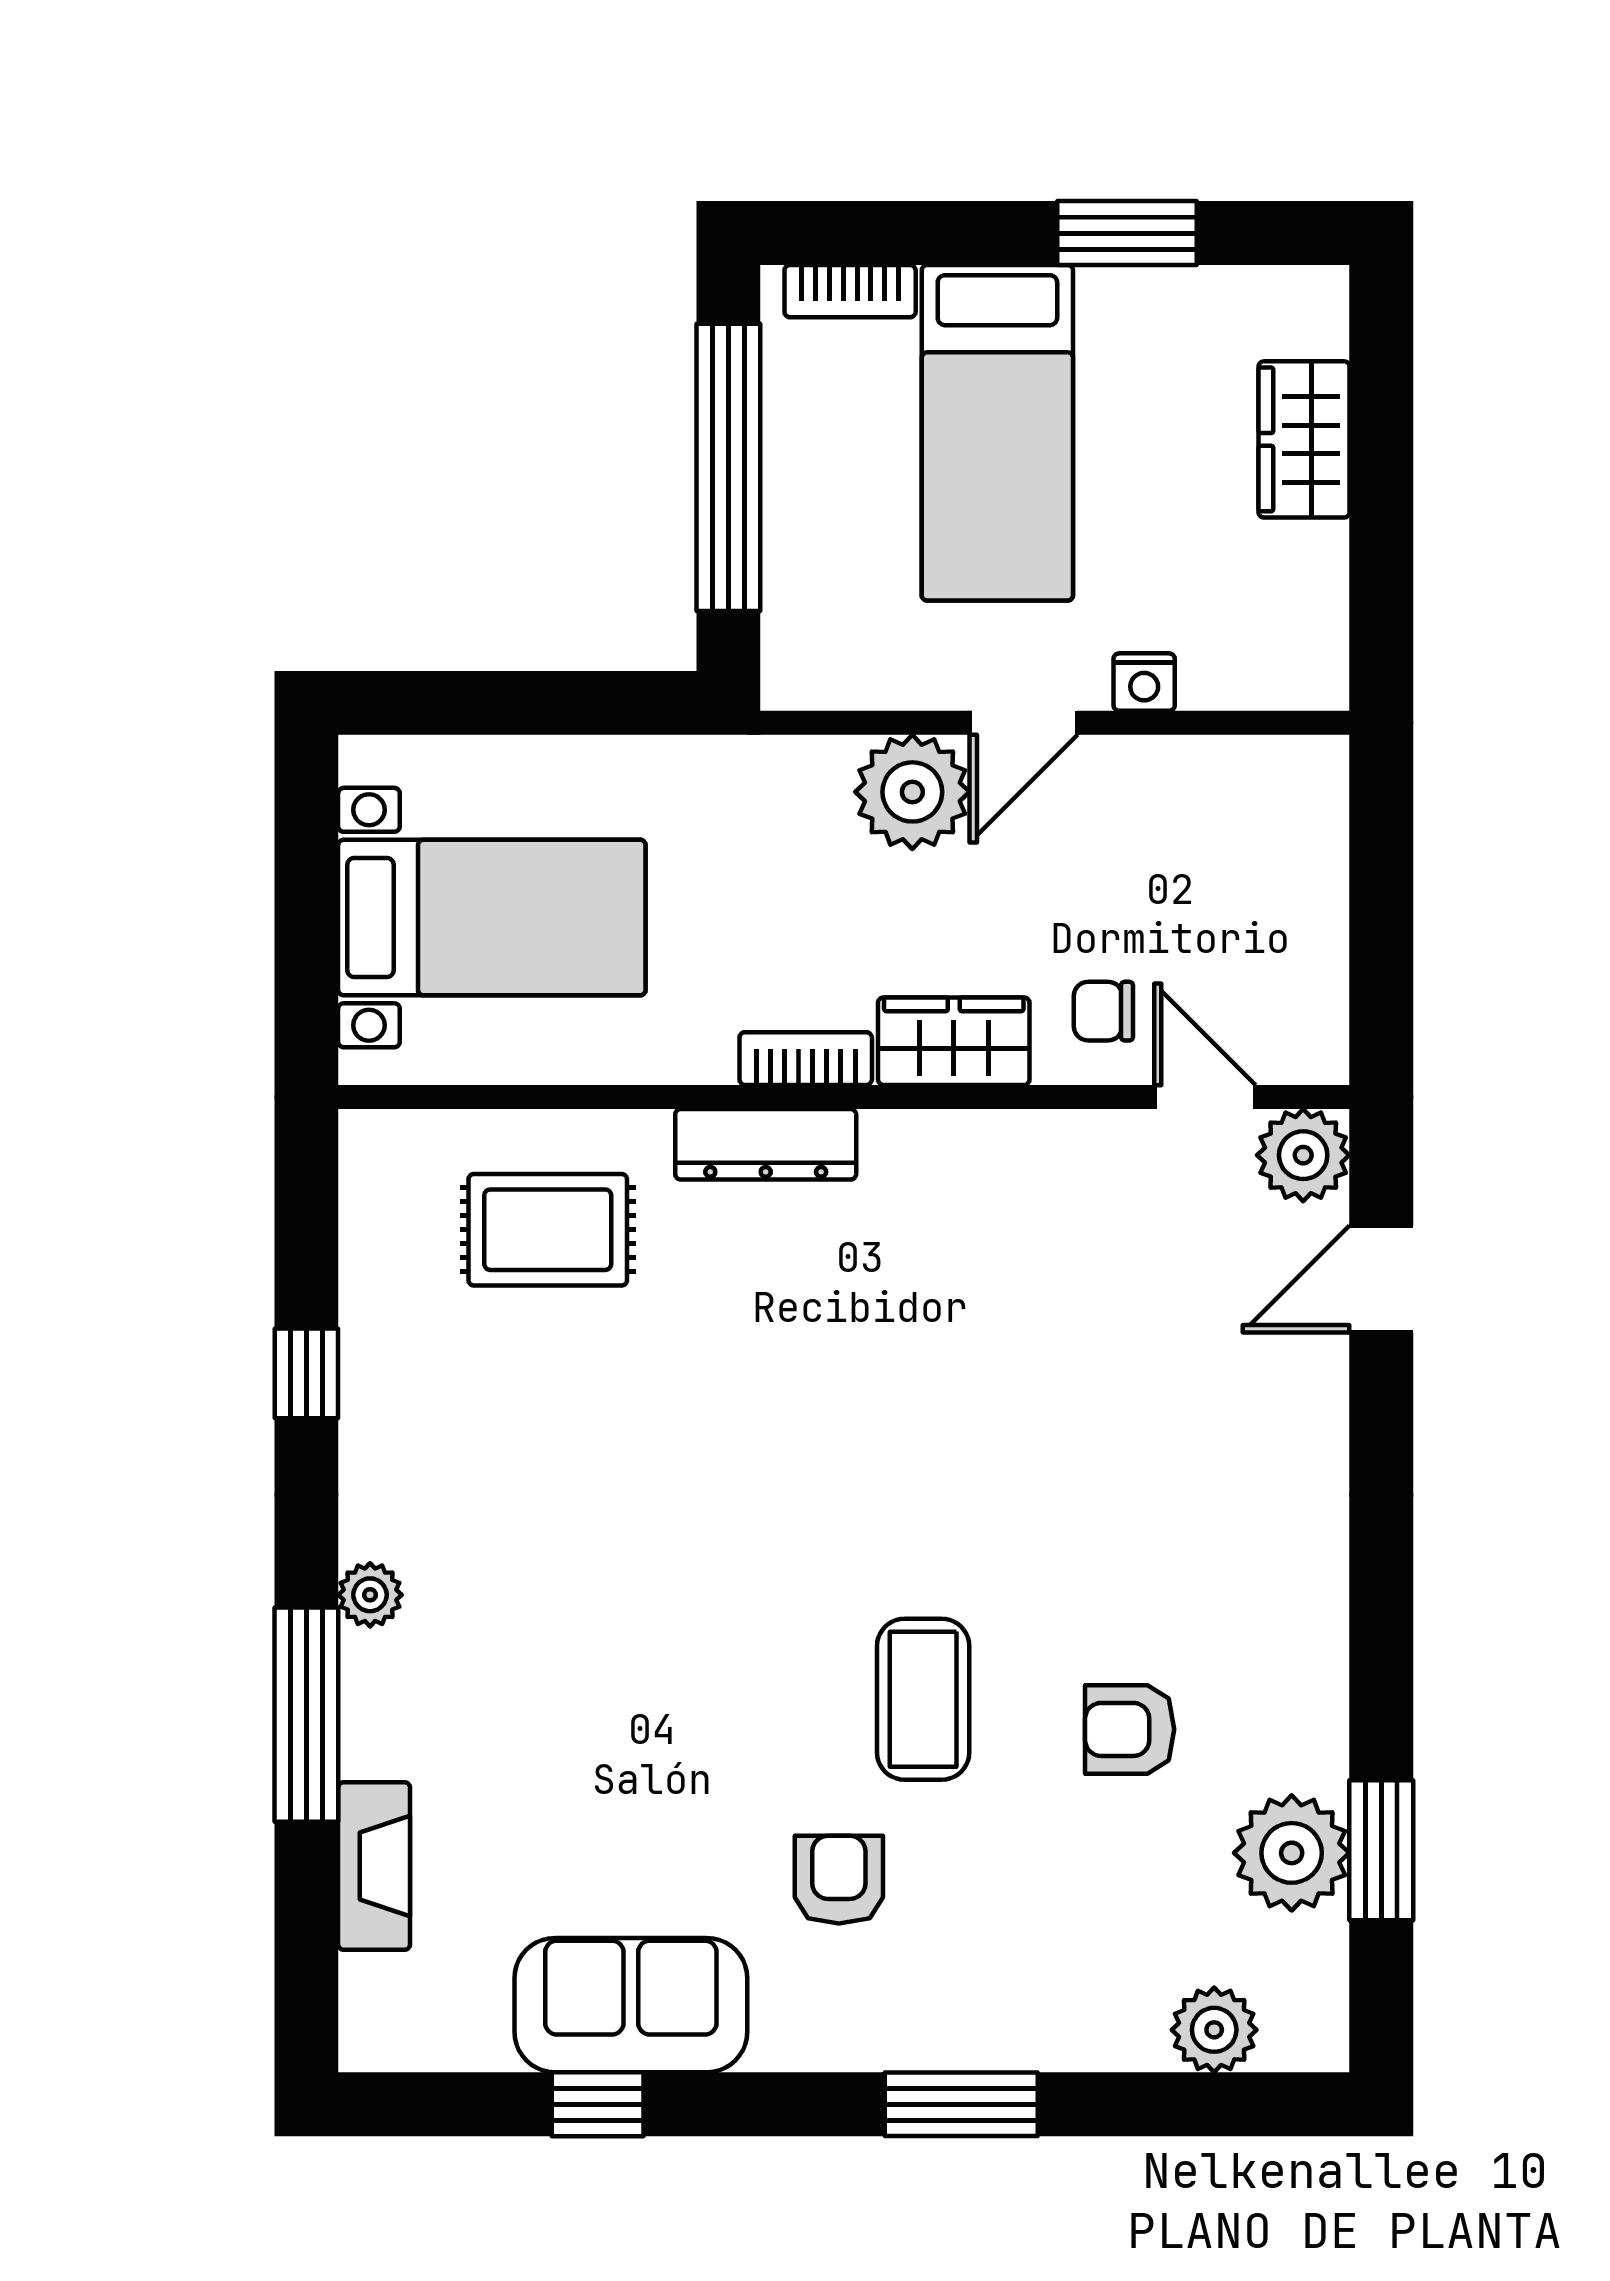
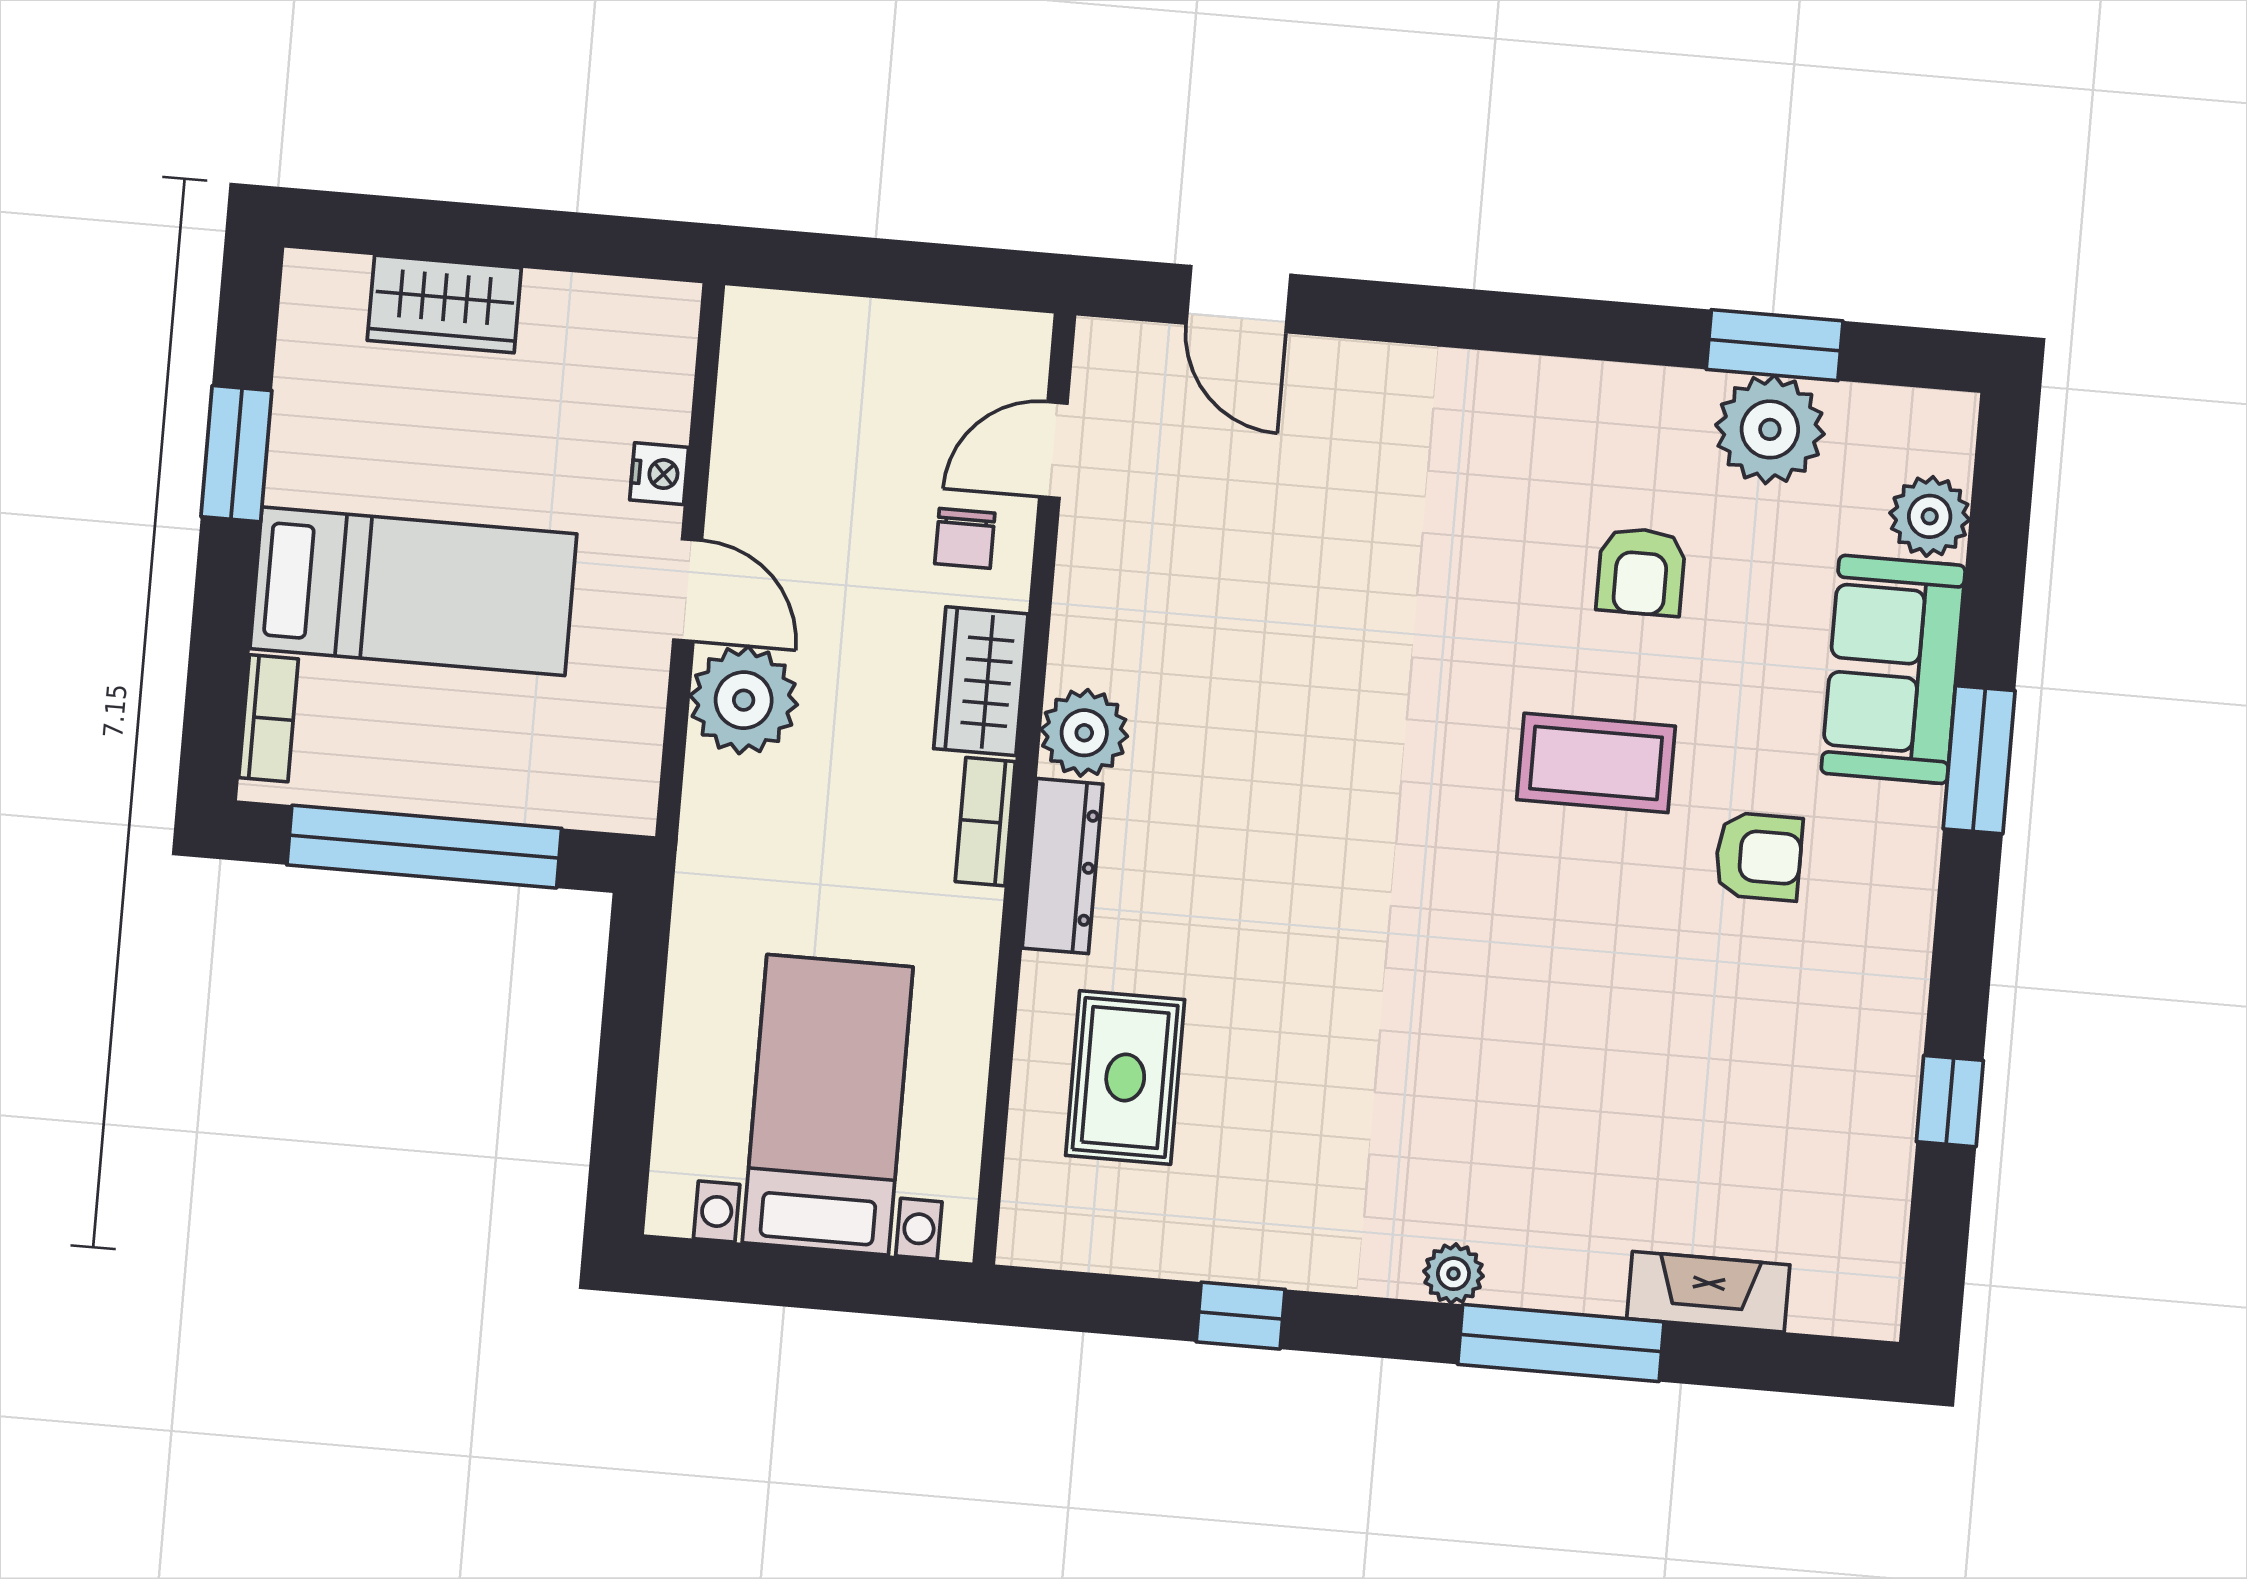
plant: (1303, 1155) -> (1084, 733), moved
armchair: (839, 1880) -> (1759, 857), turned 180
sofa: (631, 2005) -> (1893, 669), moved

